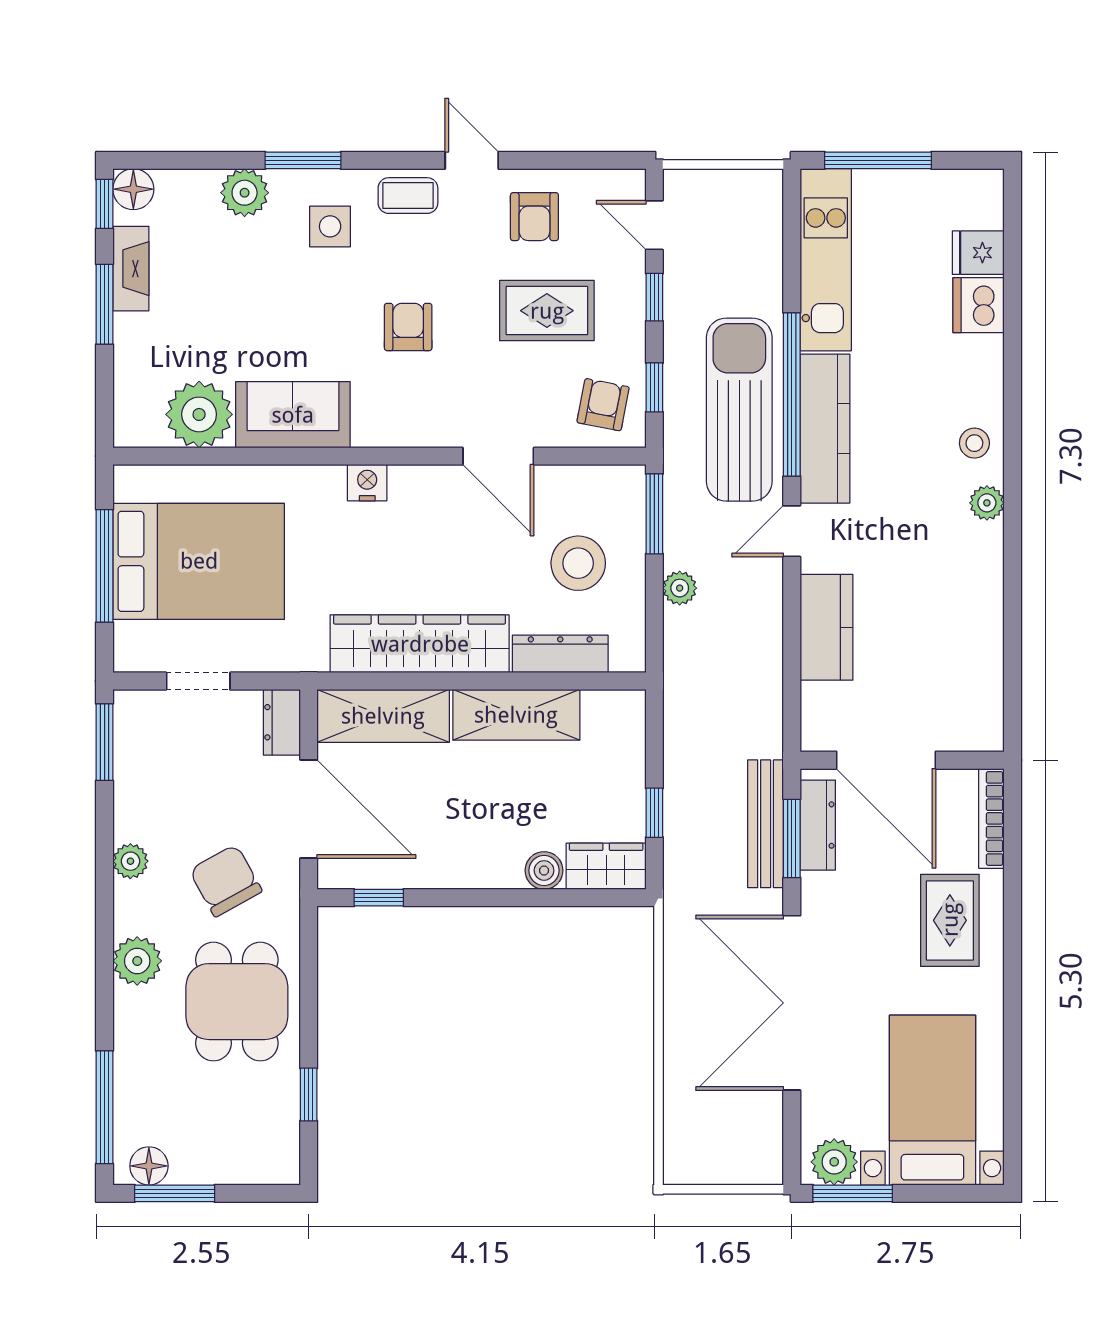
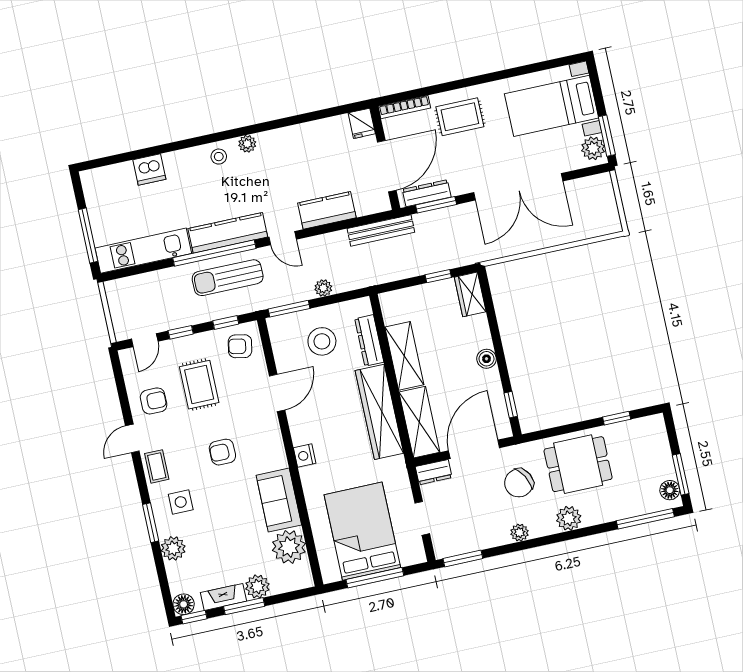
fridge: (978, 253) -> (362, 123), moved
plant: (137, 338) -> (257, 587), added
sun lounger: (739, 410) -> (228, 278), width x0.73, depth x0.75
bench: (766, 824) -> (381, 230), moved
boiler: (544, 870) -> (486, 359), moved

